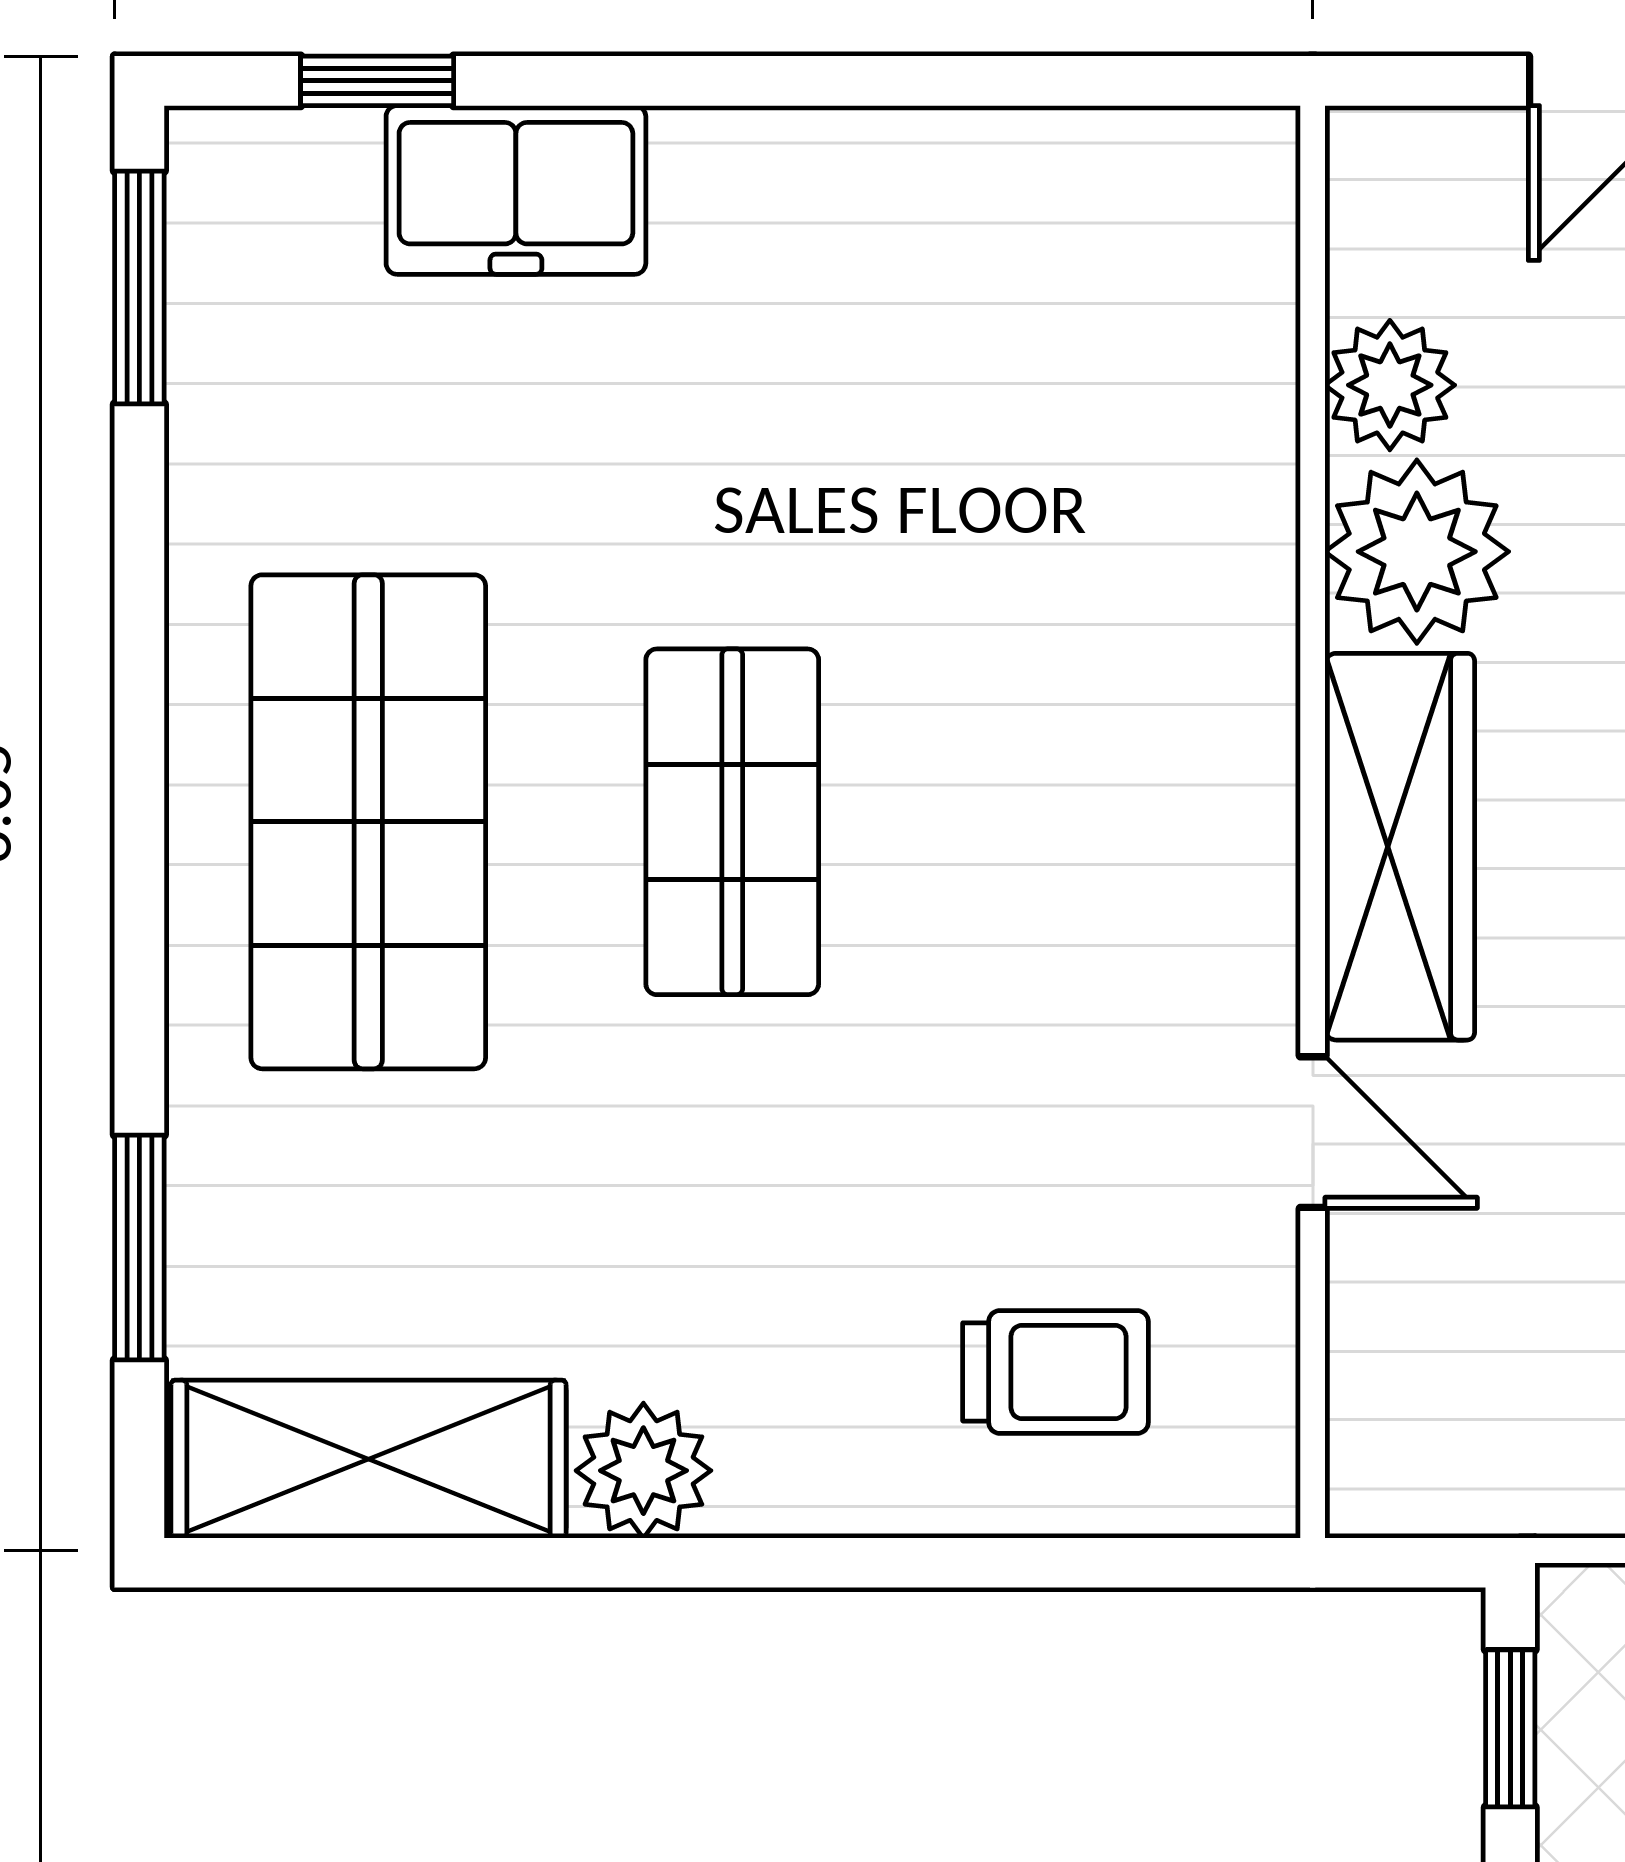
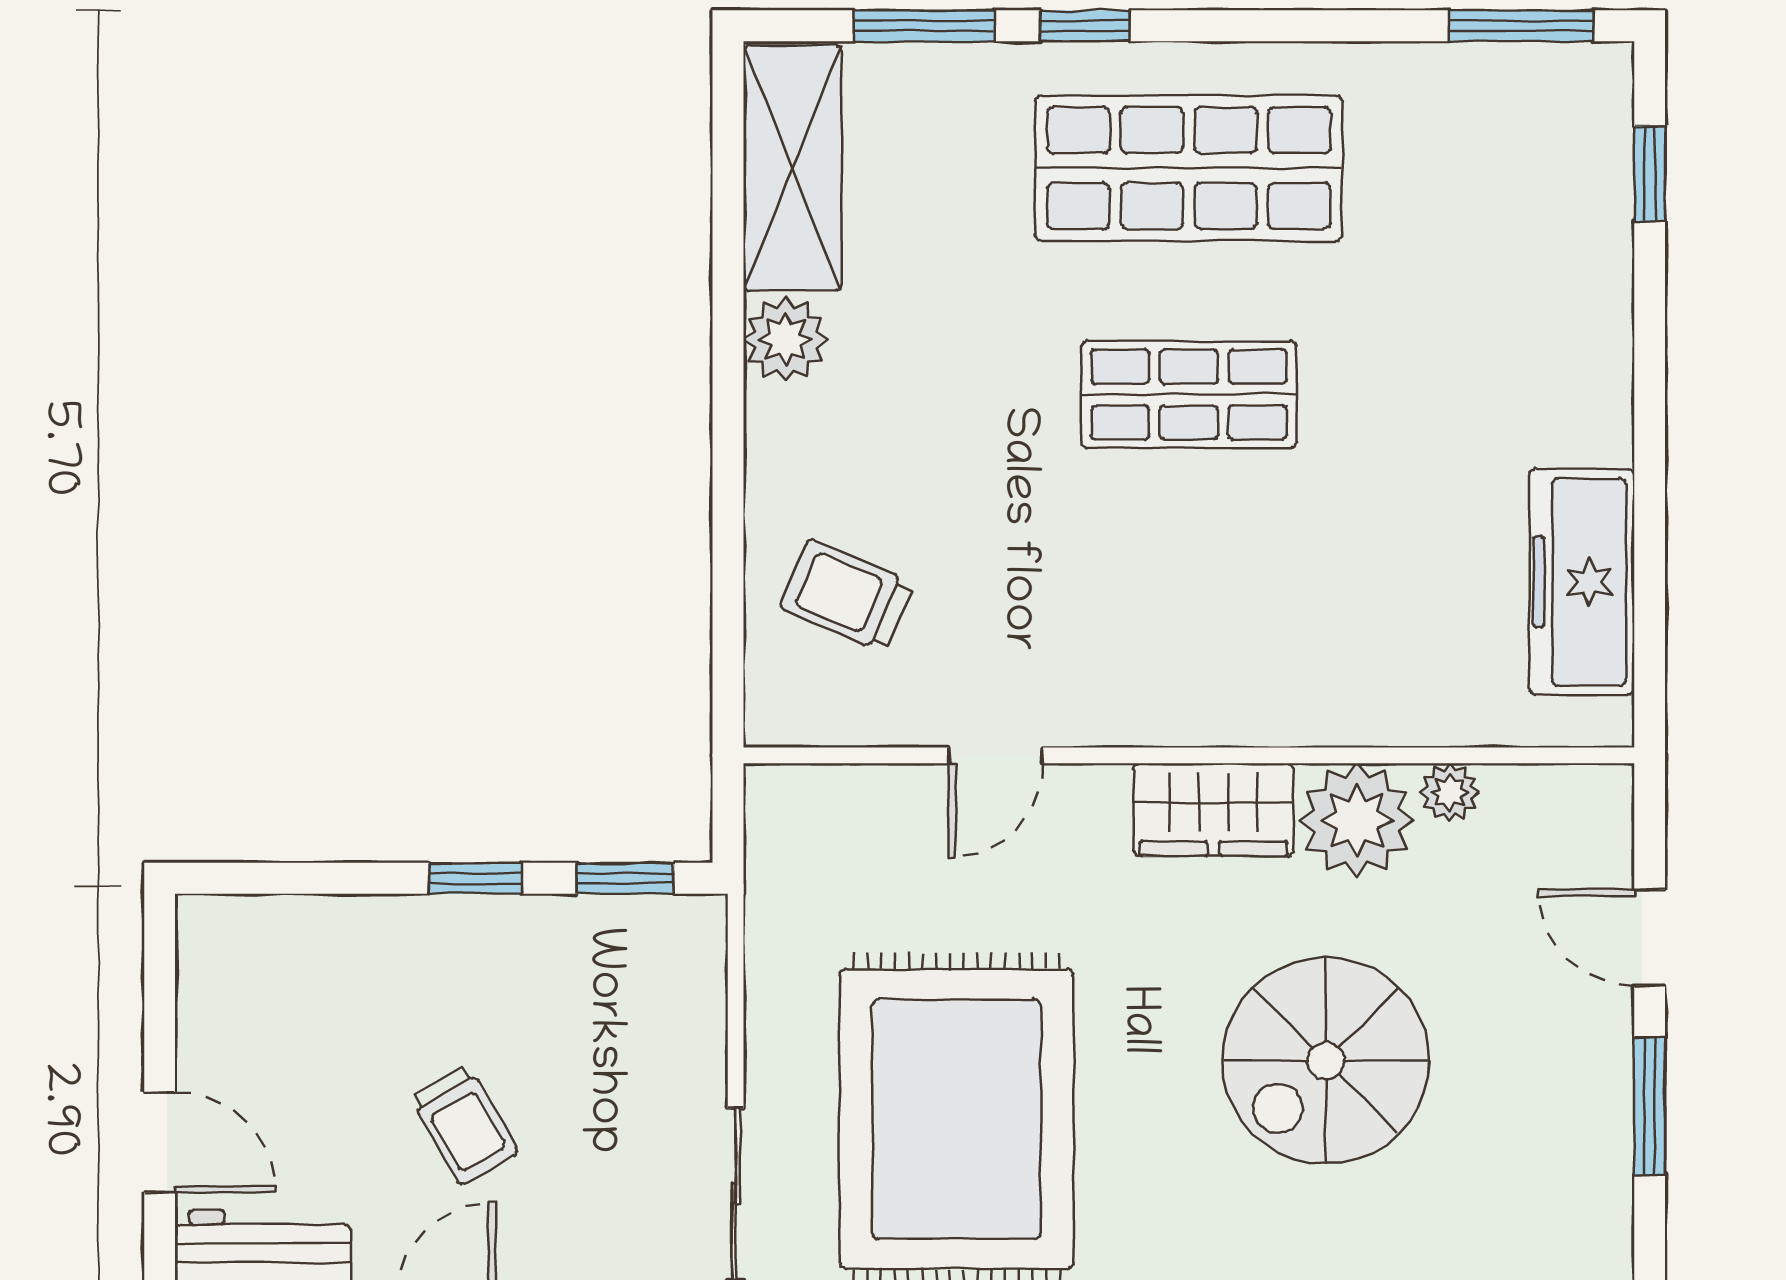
freezer: (516, 190) -> (1582, 582), moved, width x1.40
plant: (1390, 385) -> (1449, 792), width x0.73, depth x0.73
wardrobe: (1400, 847) -> (1213, 810), width x0.67
window: (139, 989) -> (1085, 26), added
trolley: (1056, 1372) -> (847, 596), turned 113

